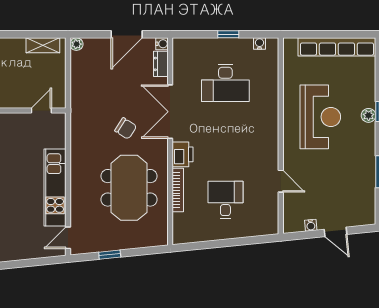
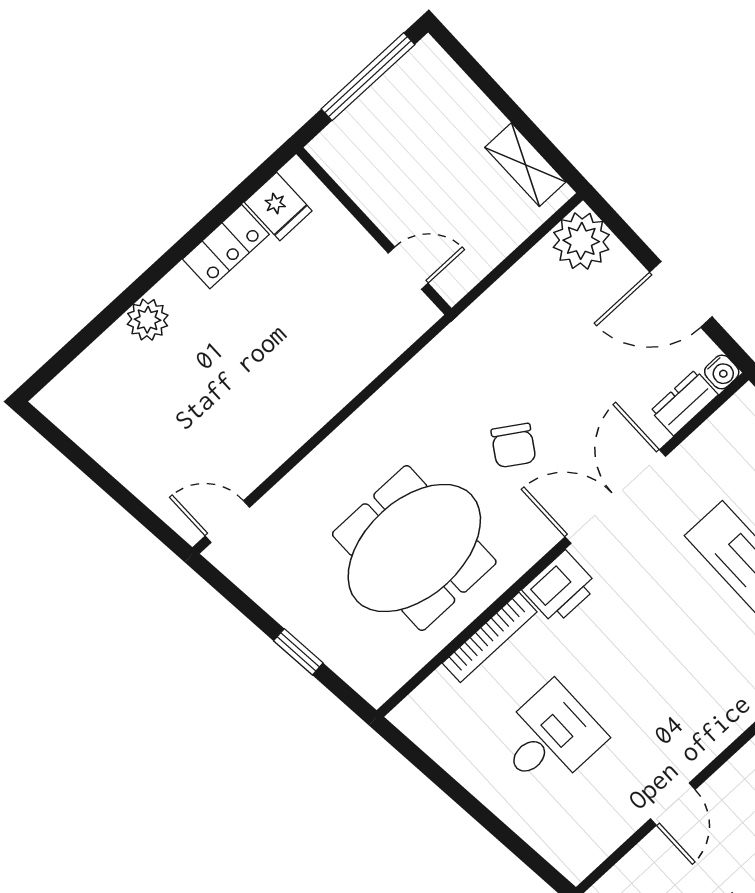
plant: (76, 44) -> (581, 241), width x1.87, depth x1.87
kitchen unit: (55, 188) -> (295, 417), removed
window: (110, 255) -> (298, 652), moved

